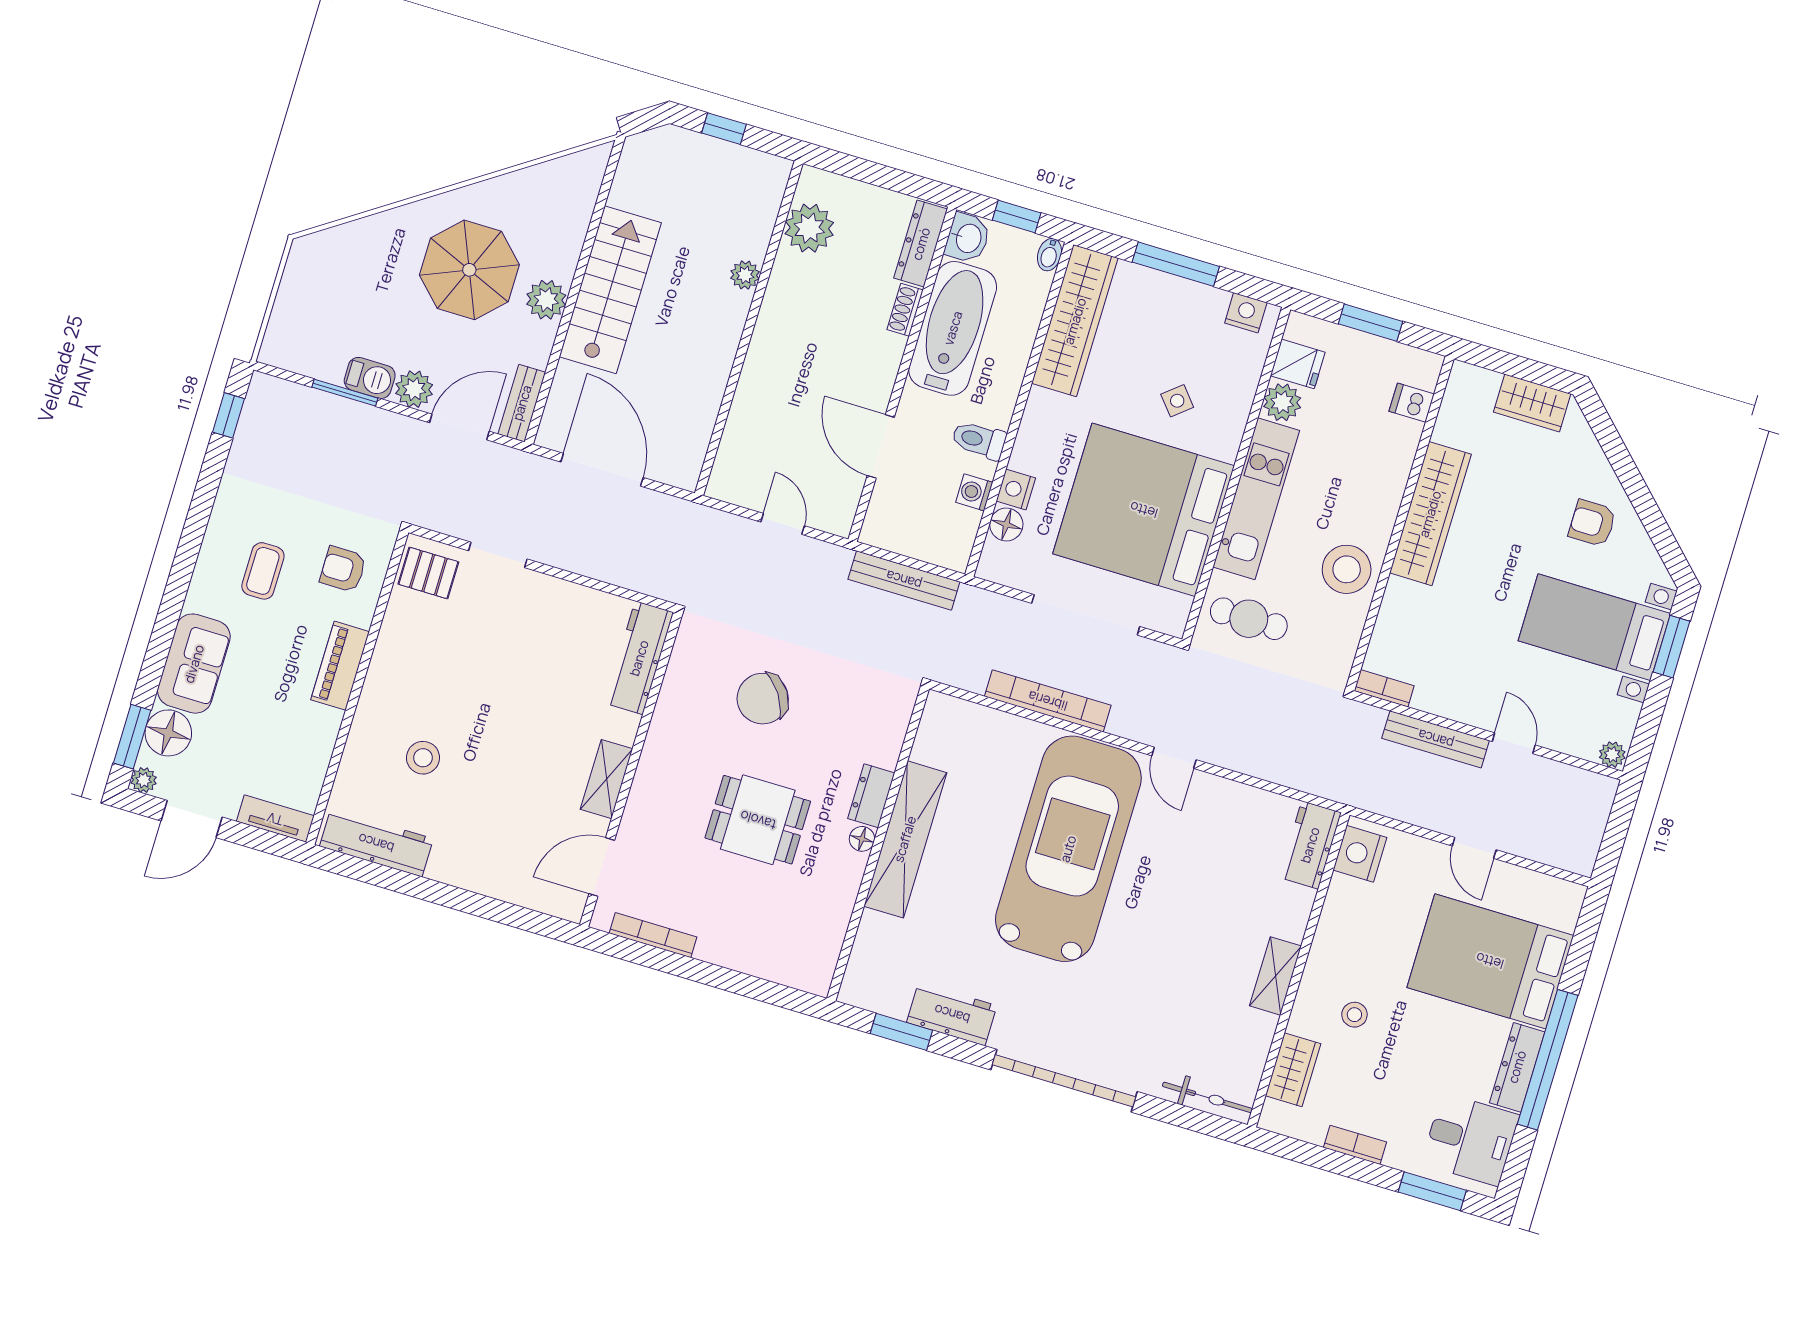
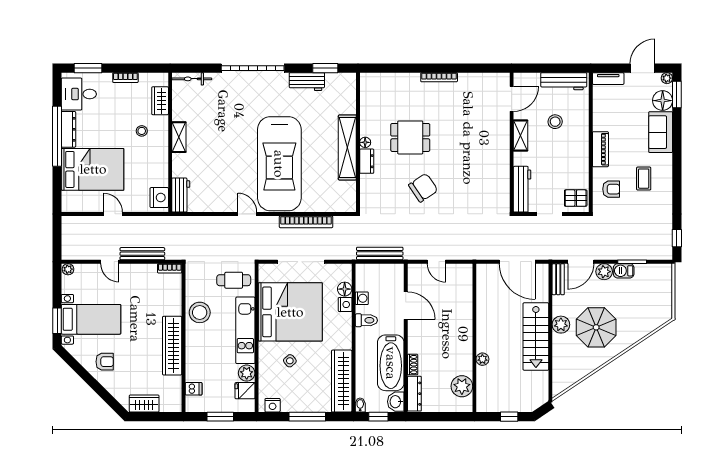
workbench: (639, 658) -> (522, 189), moved
wall: (631, 770) -> (512, 142), moved
shelving: (607, 779) -> (521, 135), moved
door: (602, 867) -> (512, 99), moved

